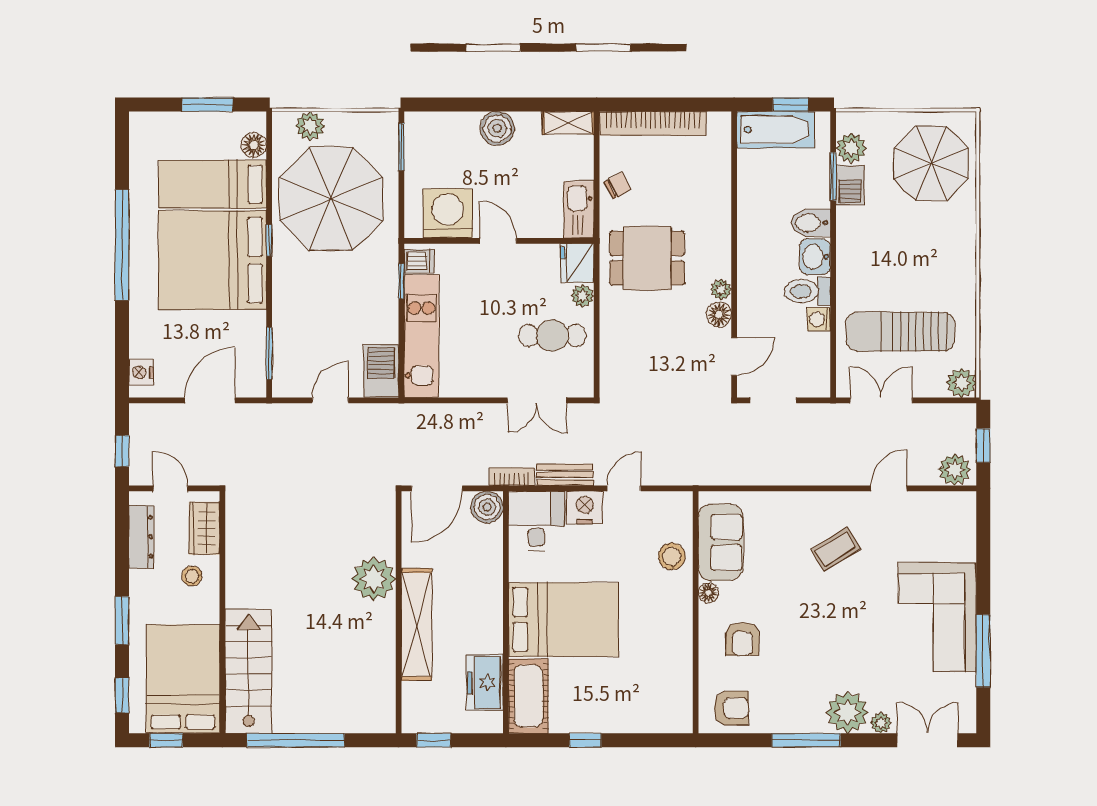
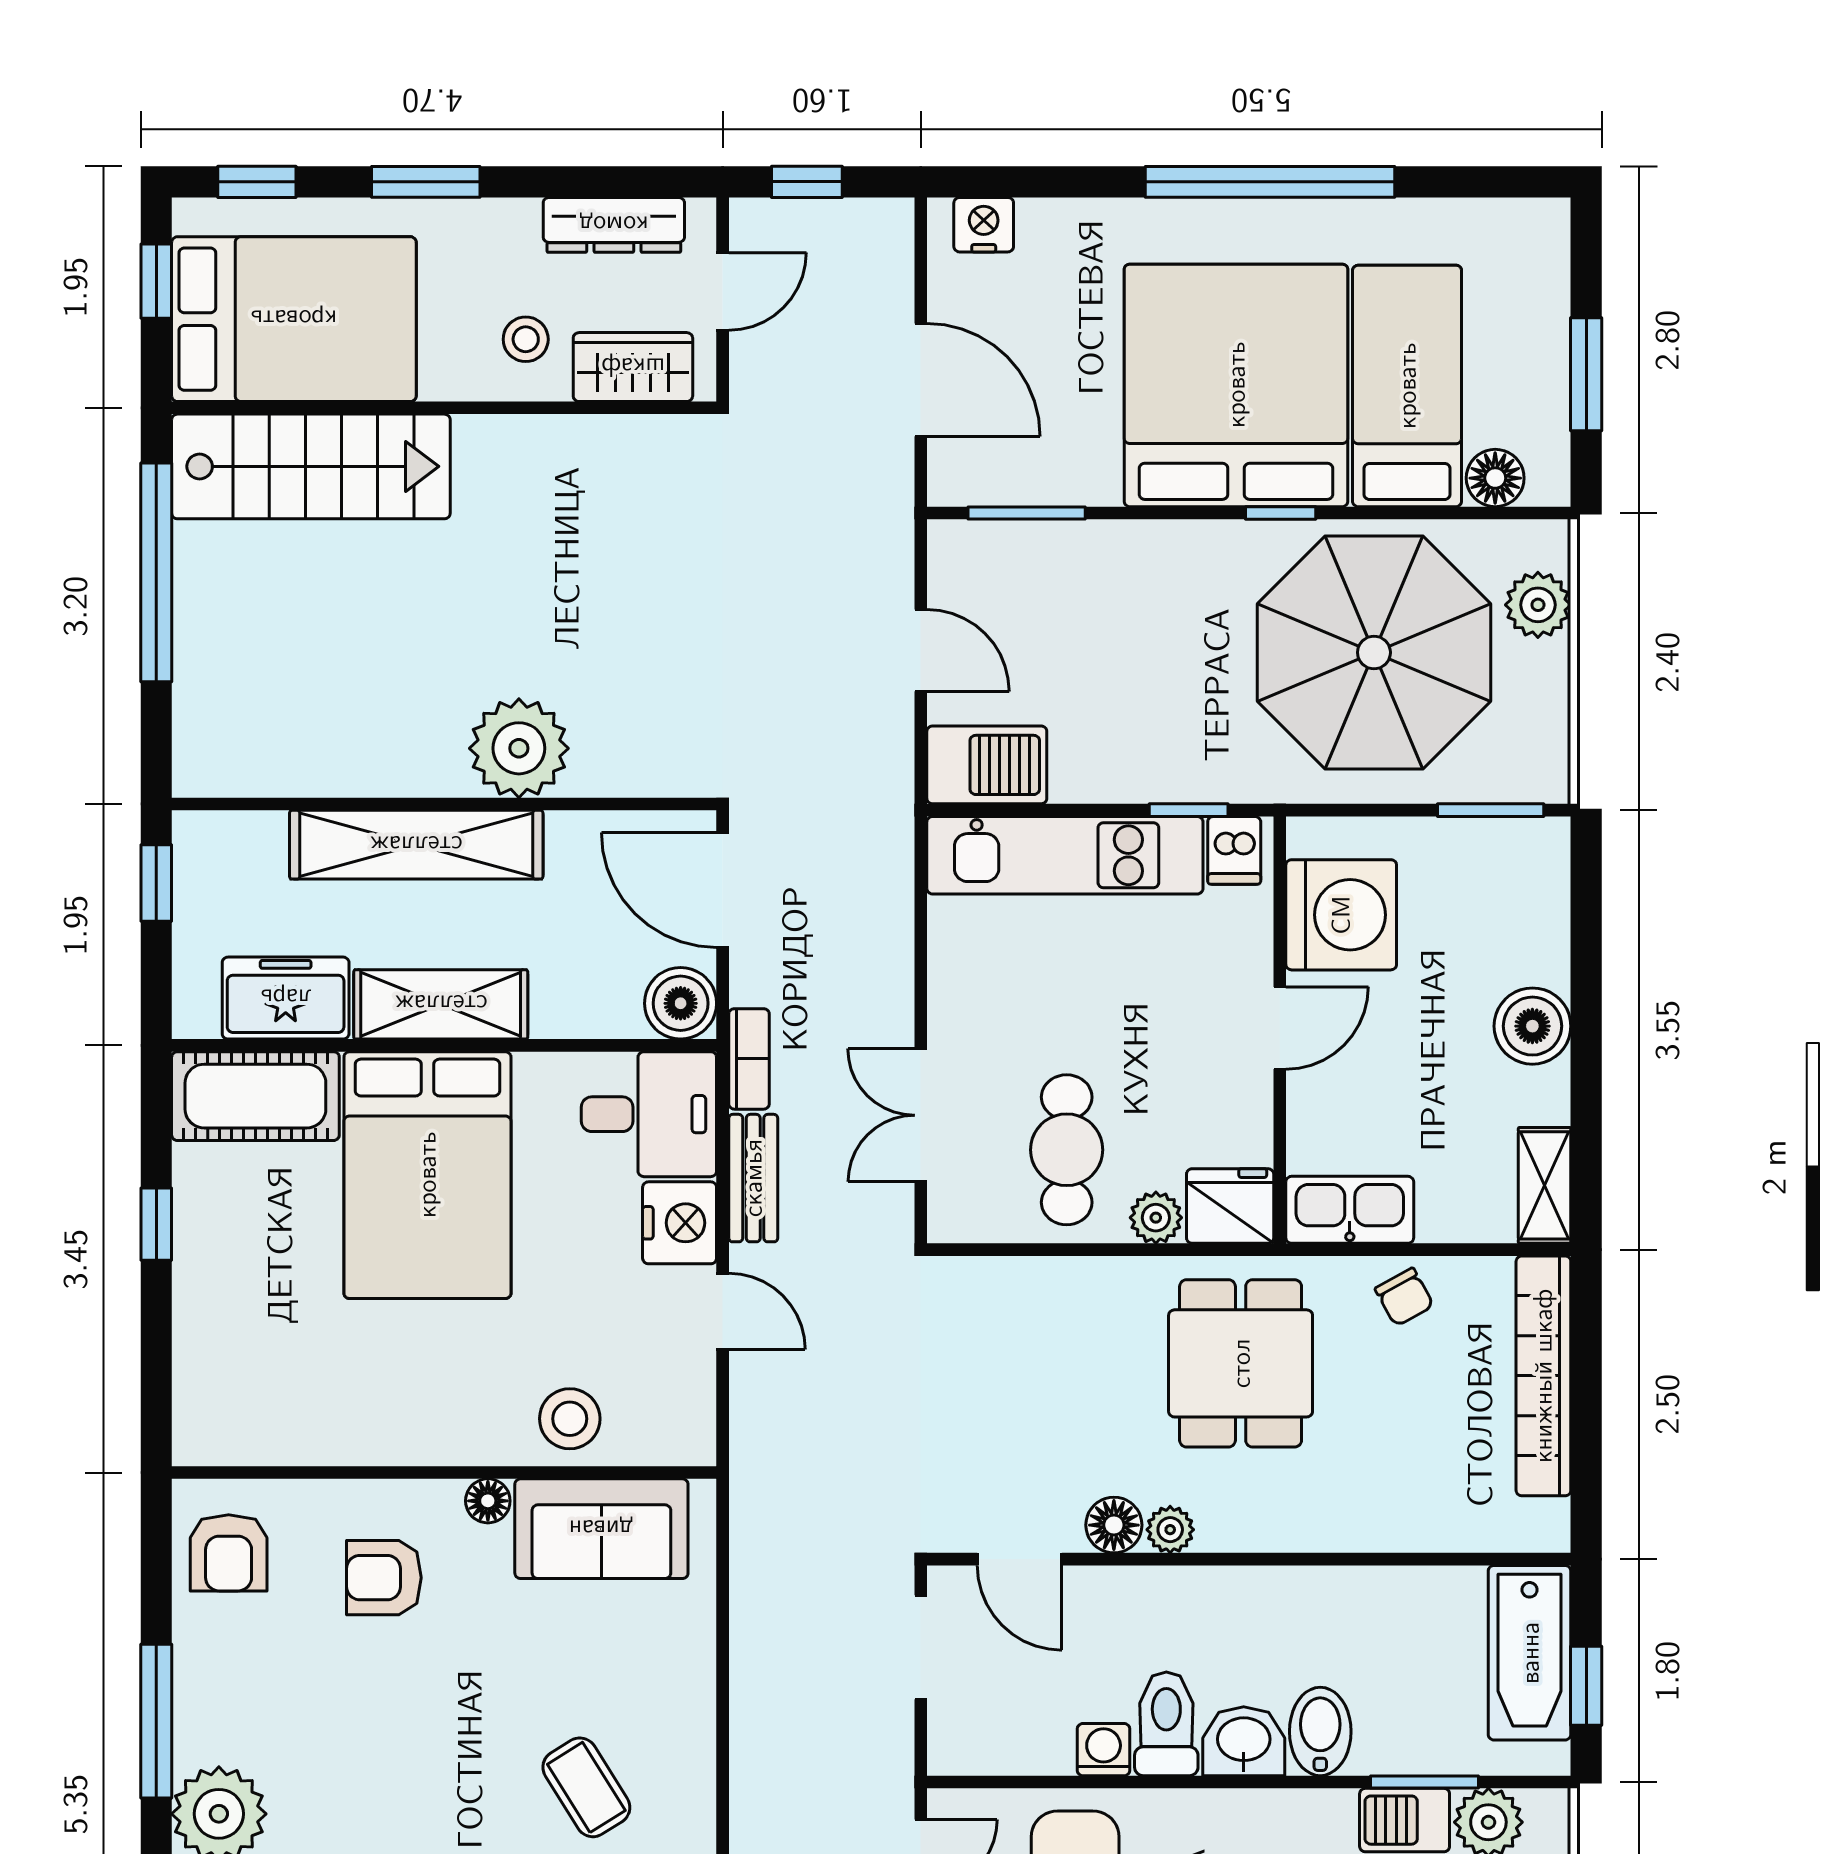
shelving: (488, 614) -> (441, 1004), added

